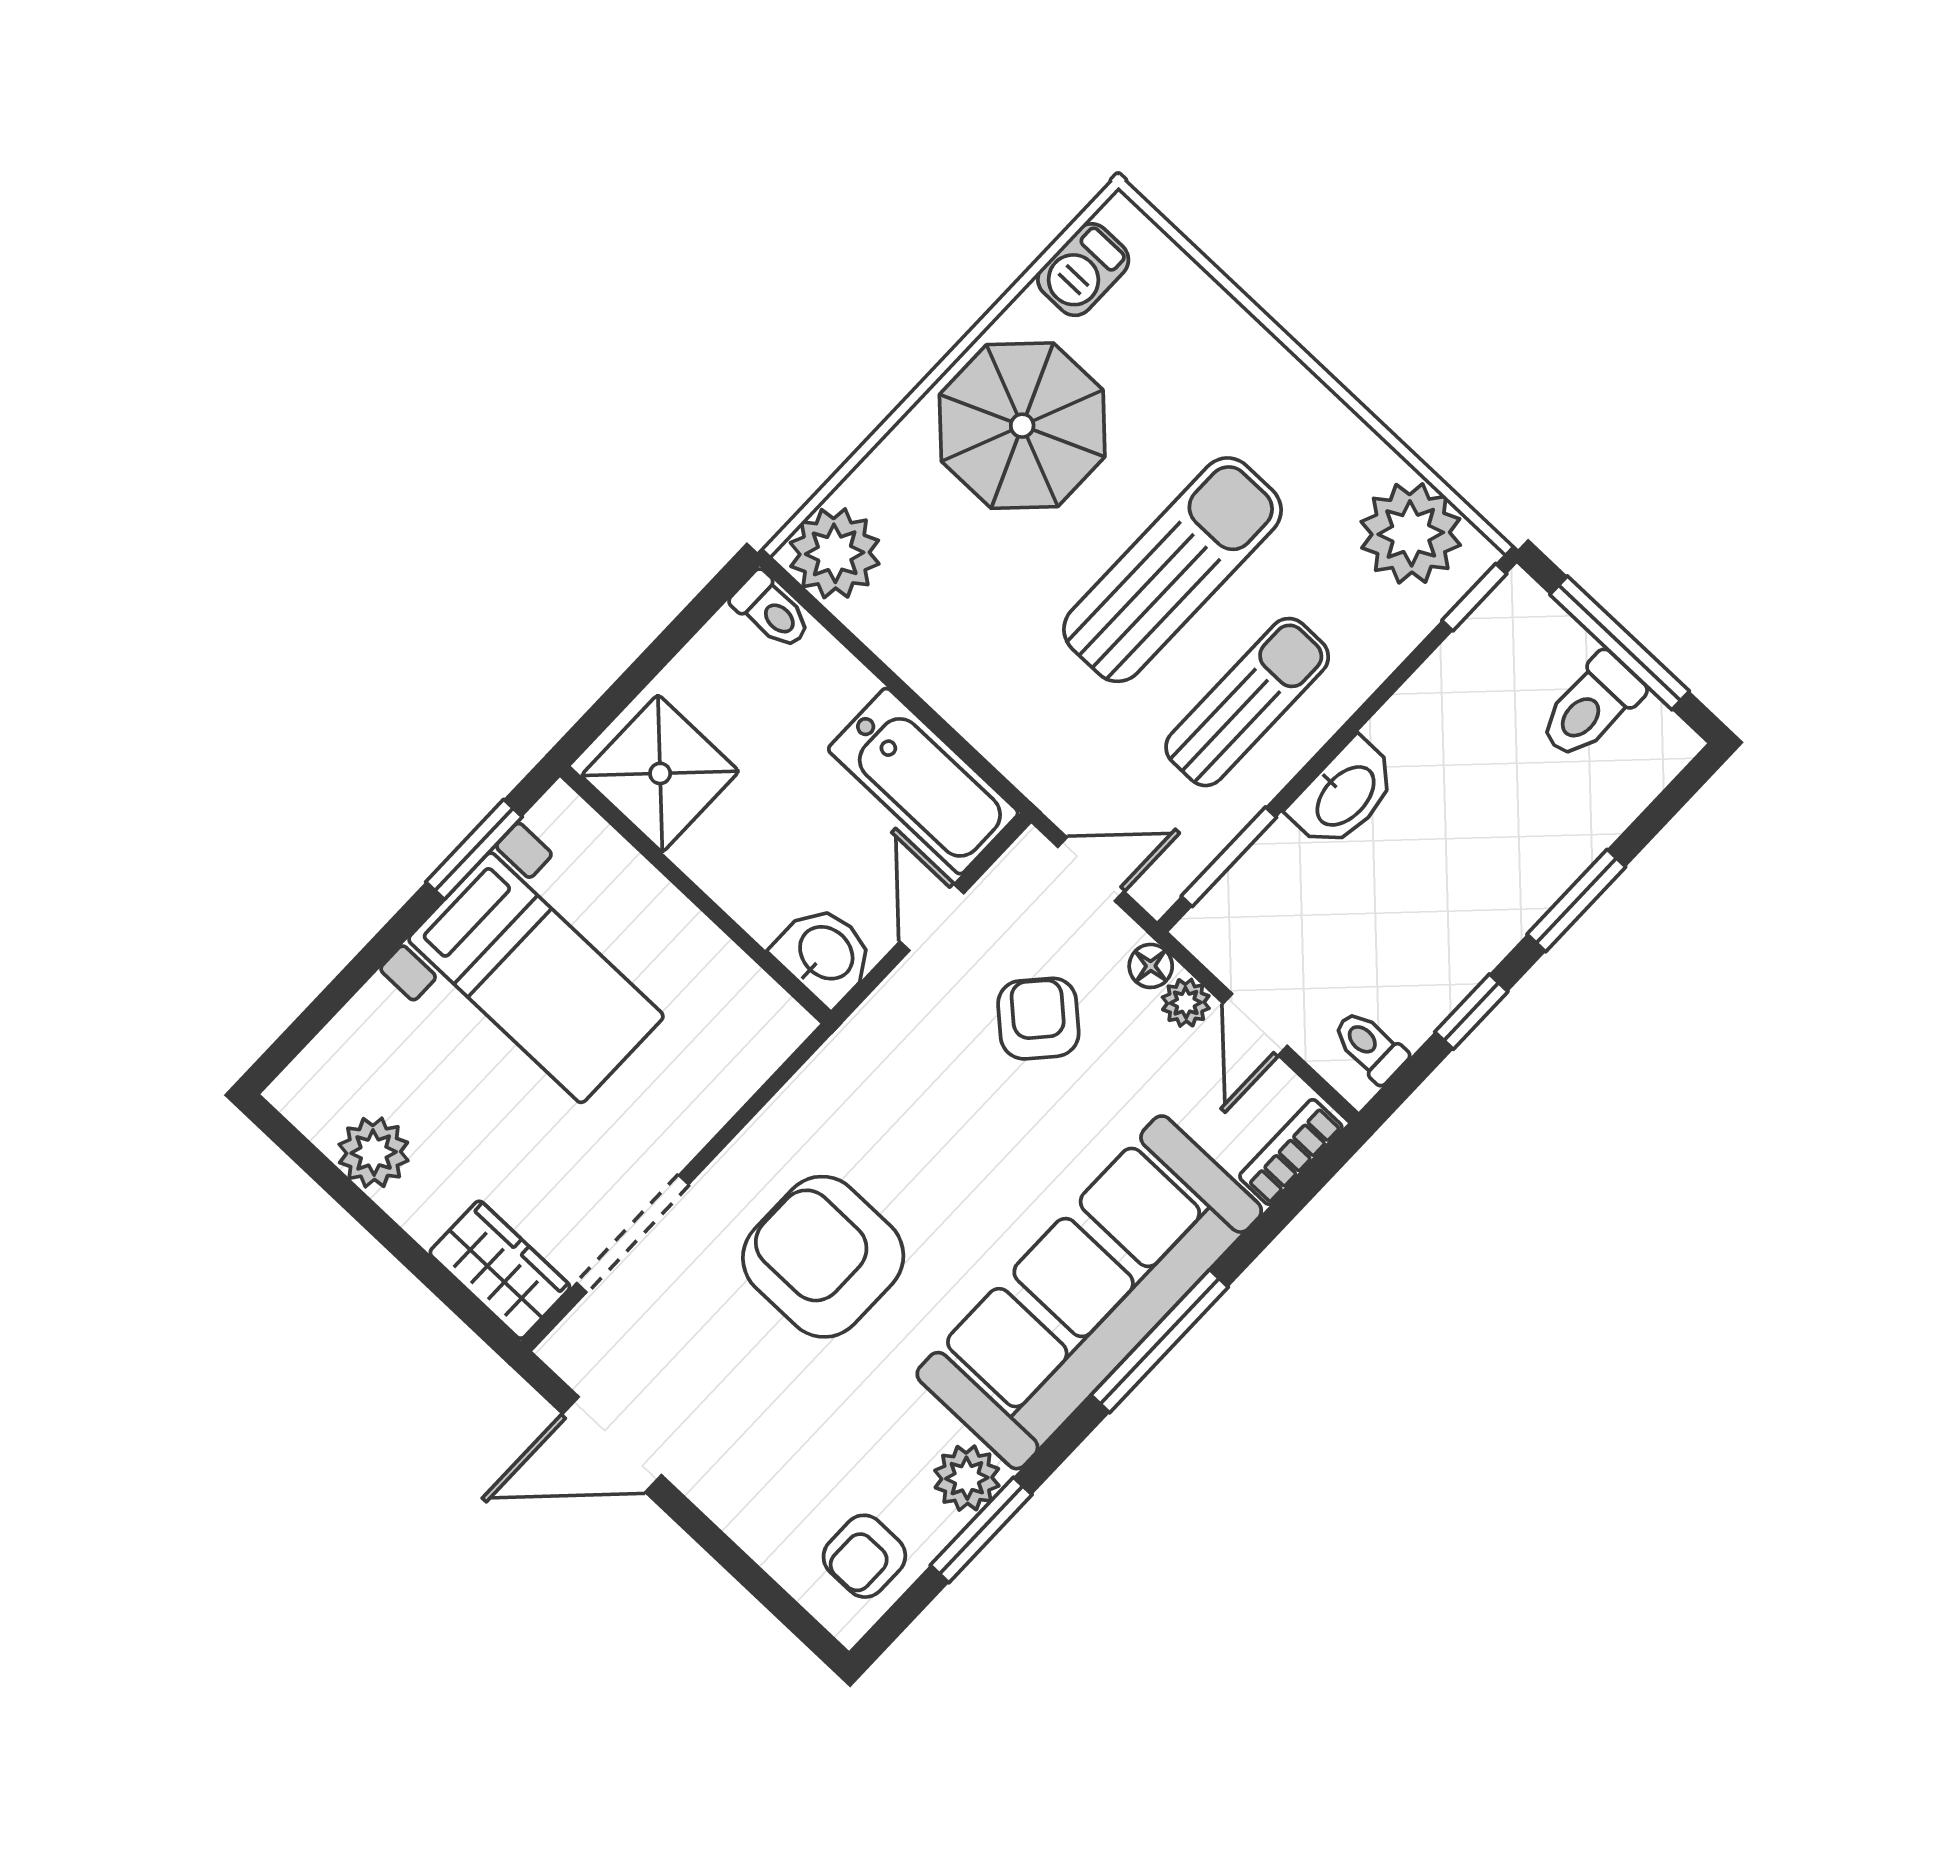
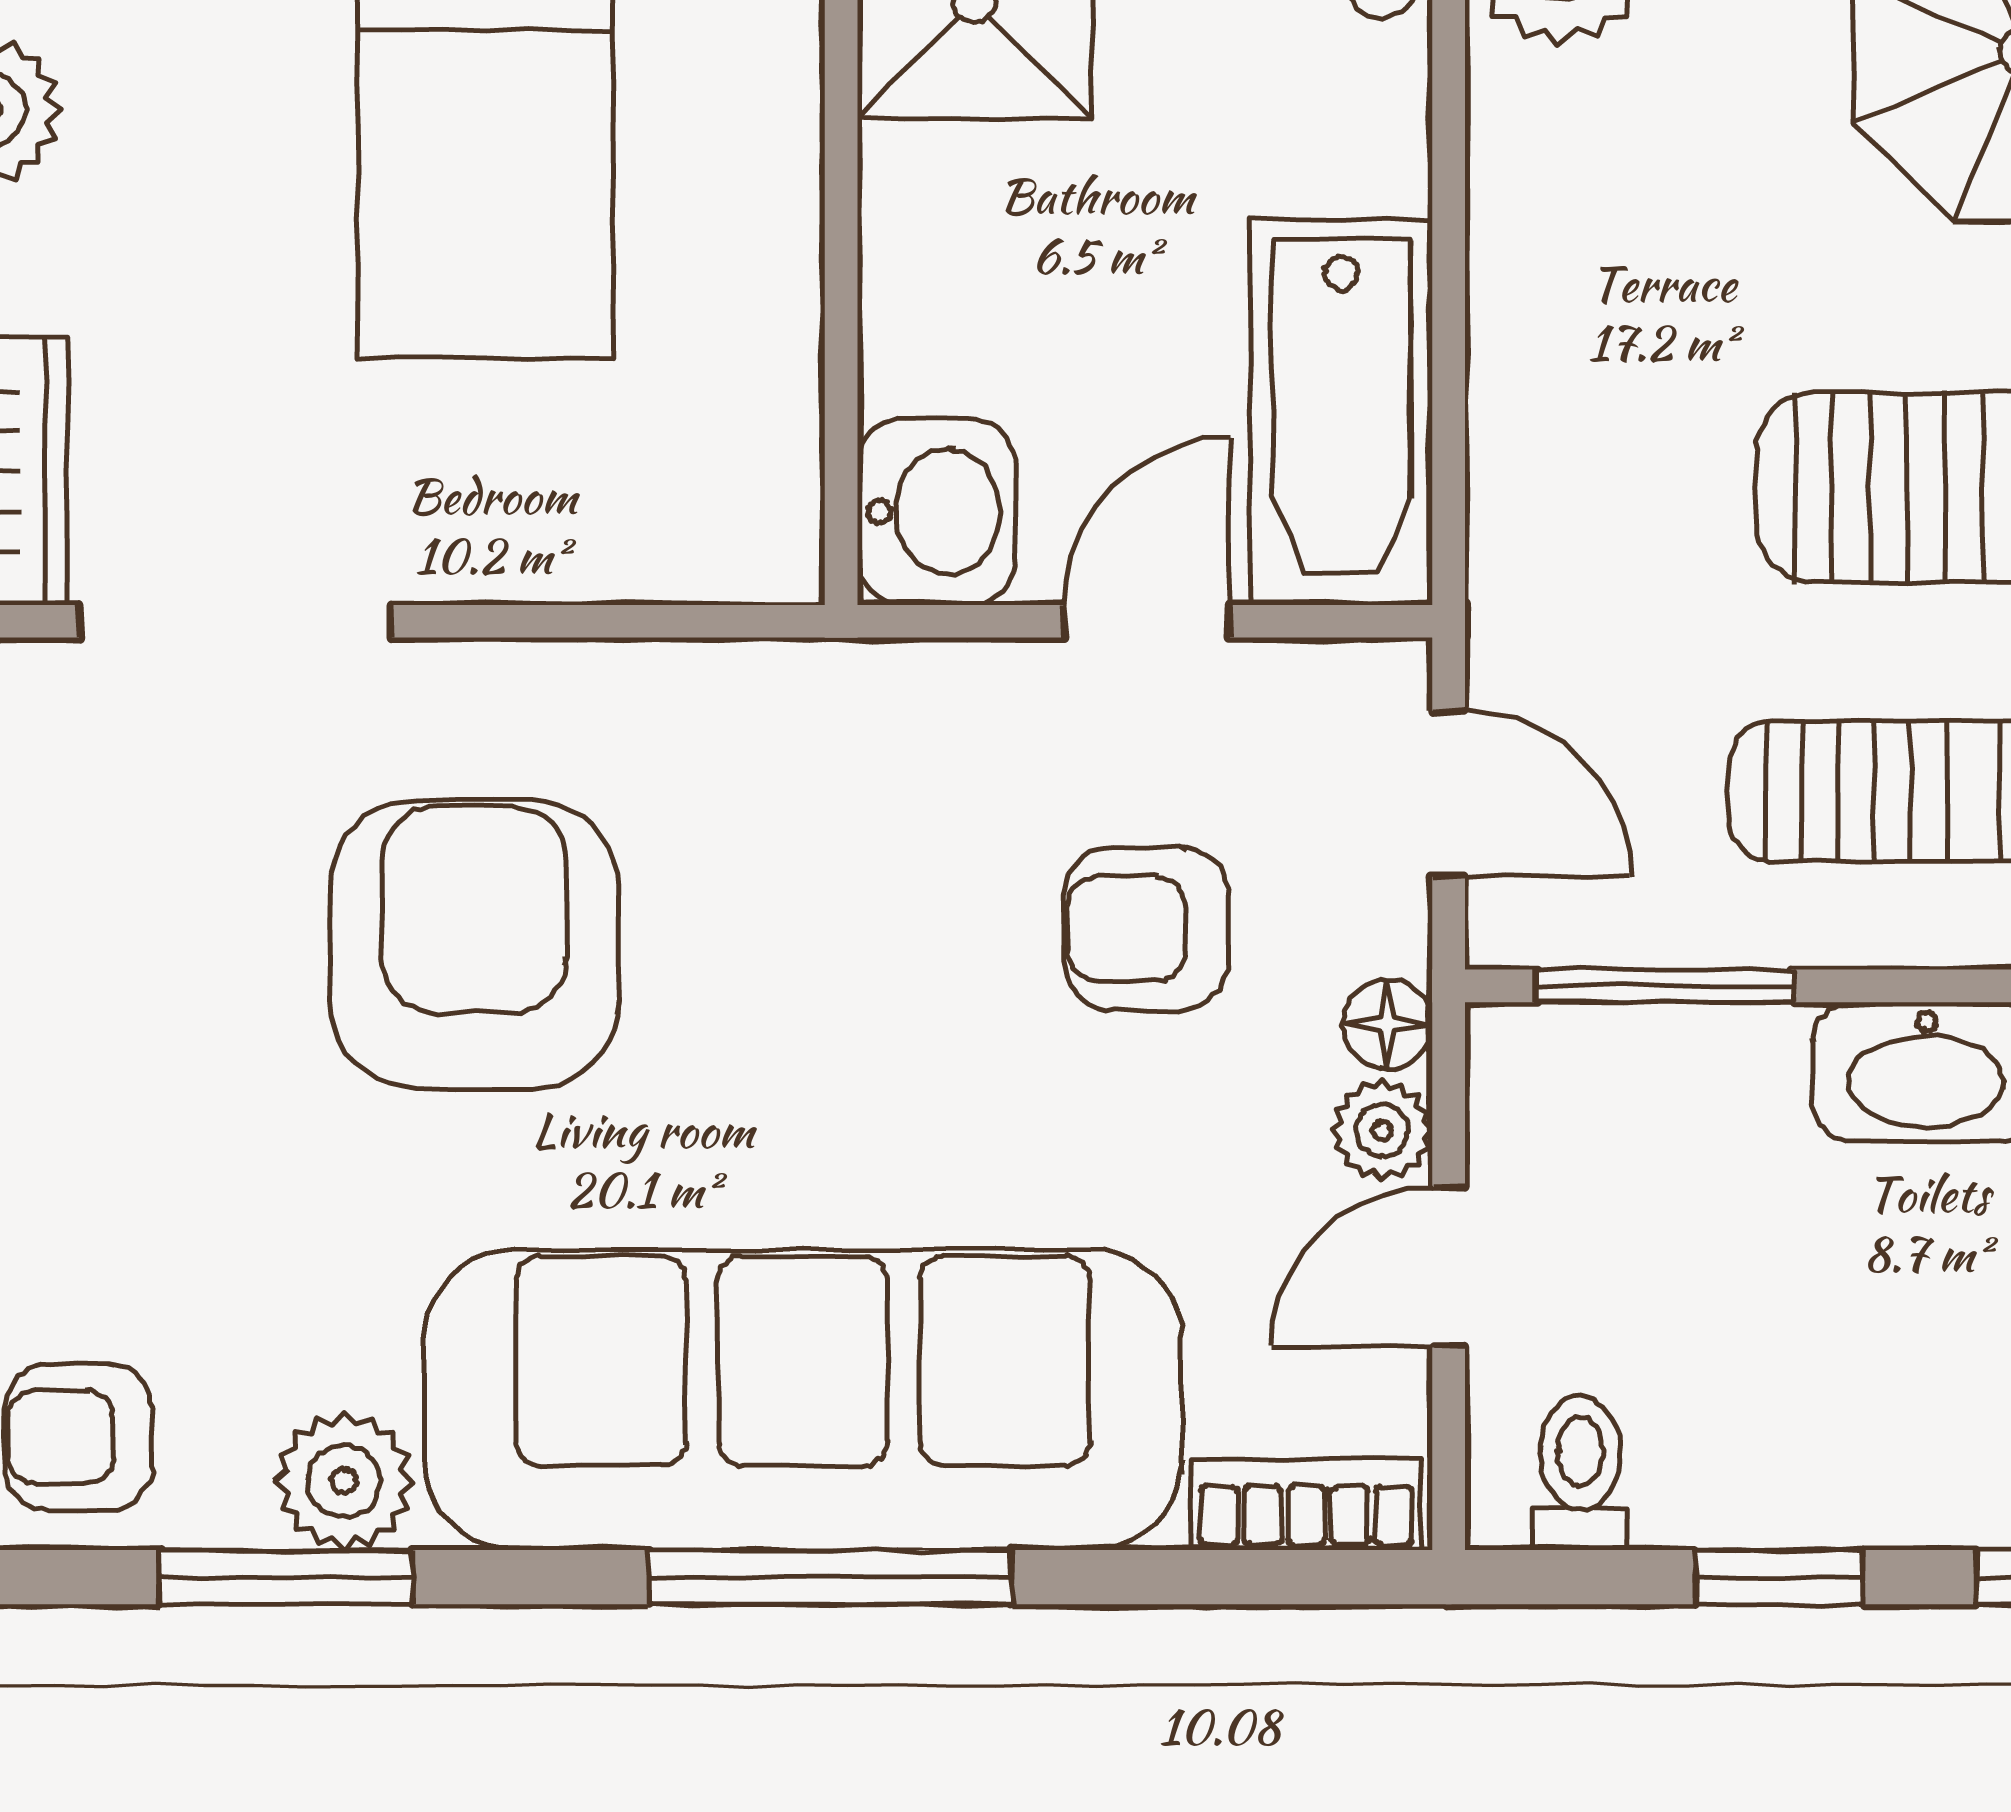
armchair: (1038, 1019) -> (1146, 929), turned -132

